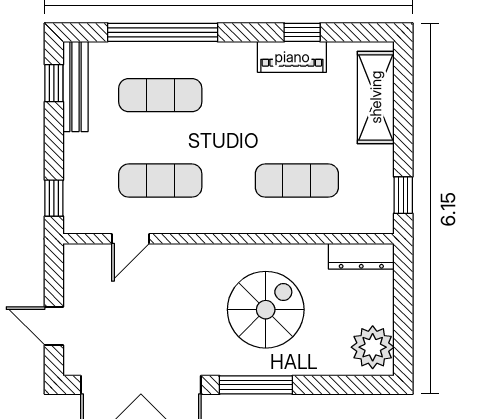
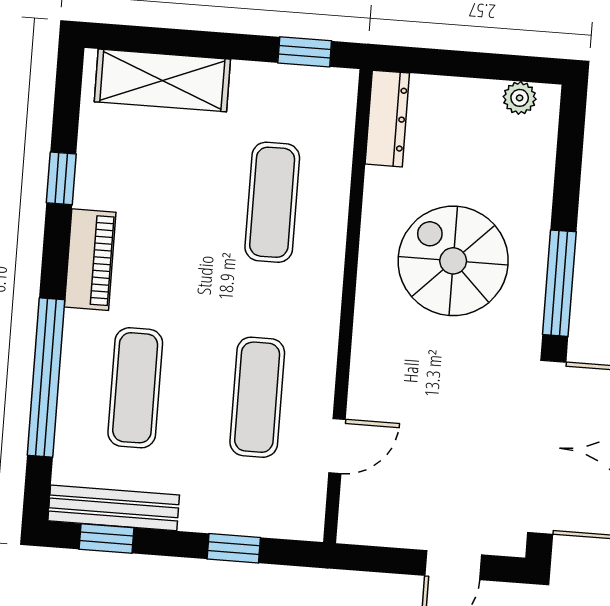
piano: (292, 57) -> (90, 260), moved
window: (54, 198) -> (234, 548), moved
door: (131, 239) -> (337, 446), hinge flipped
plant: (373, 347) -> (520, 98), width x0.53, depth x0.53

